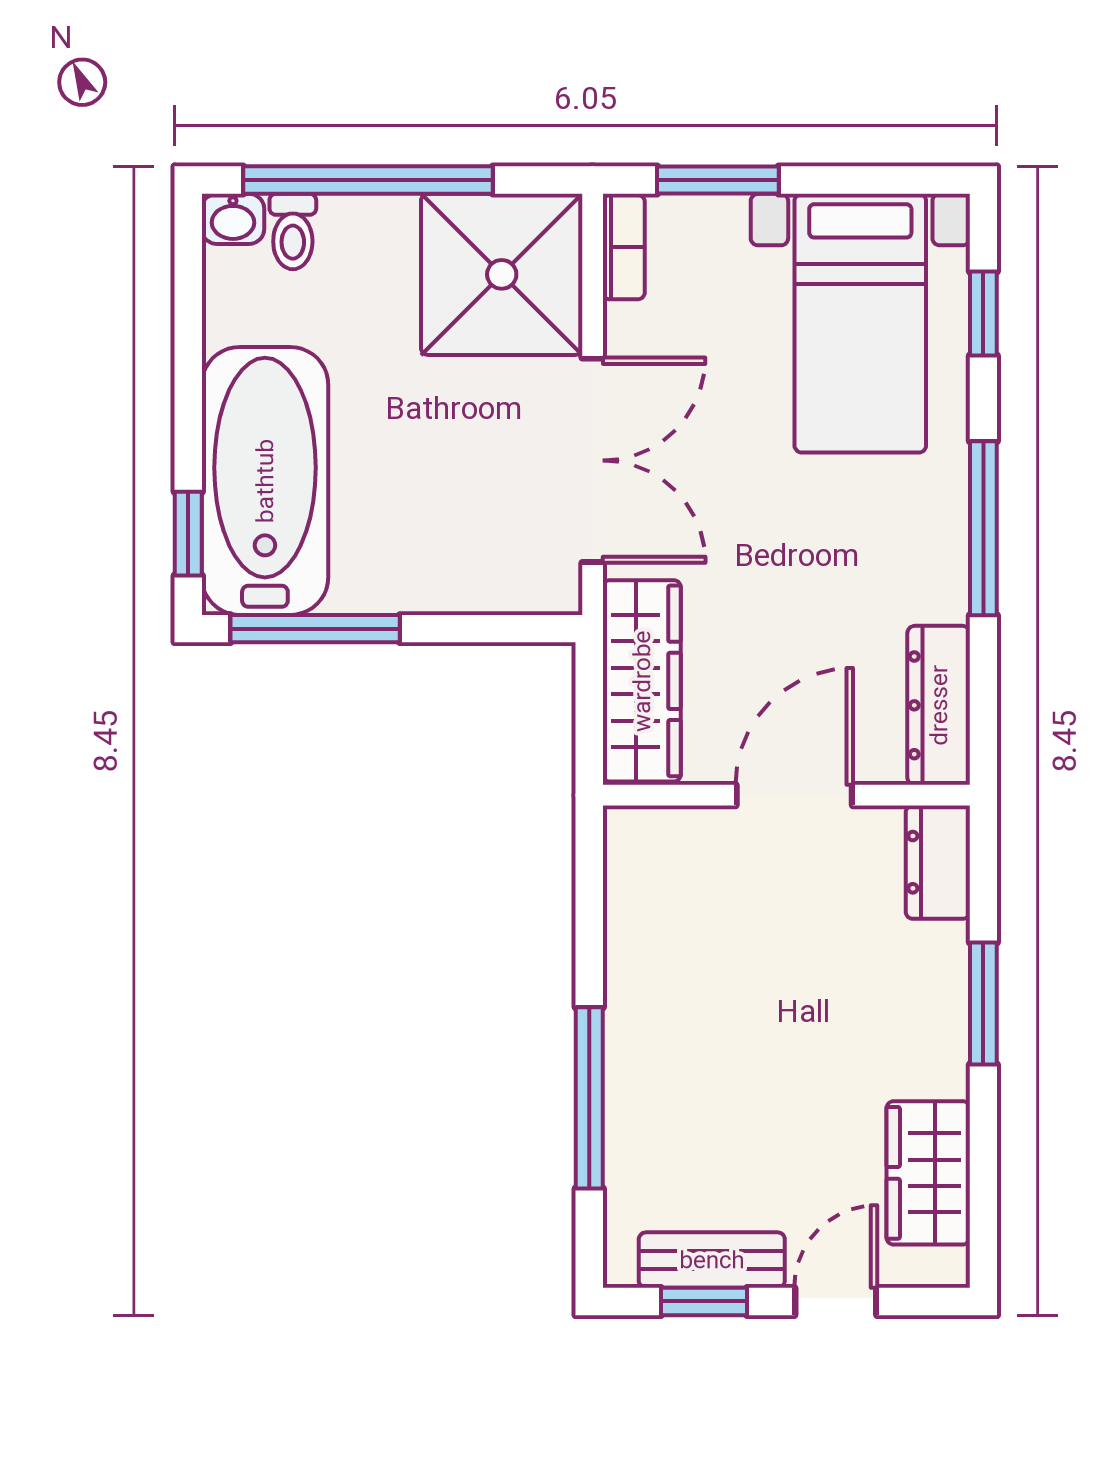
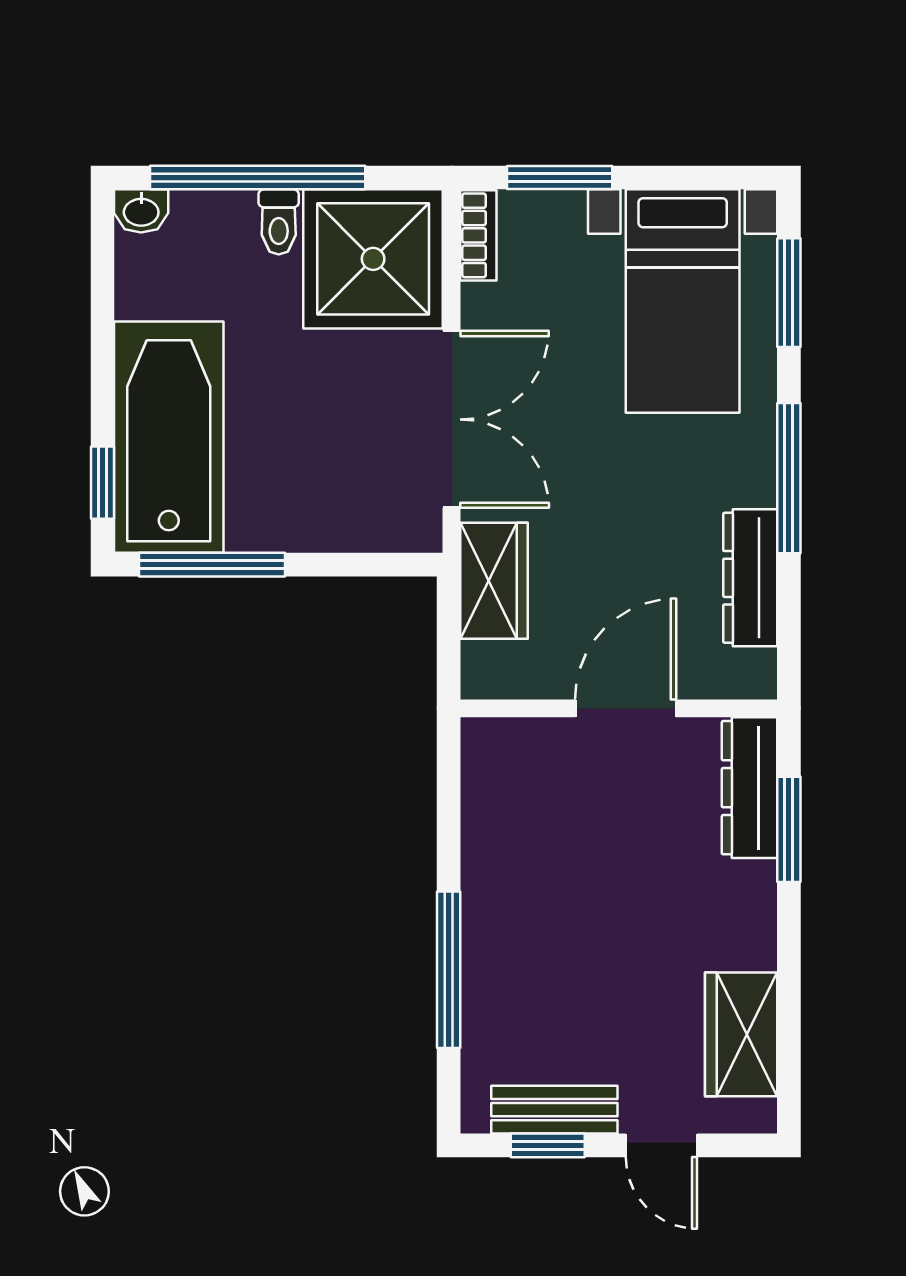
toilet: (293, 232) -> (279, 222), moved
window: (983, 313) -> (789, 293), width x1.50
wardrobe: (642, 681) -> (494, 581), width x0.67
dresser: (939, 705) -> (750, 578), moved
dresser: (938, 862) -> (750, 788), width x1.44
window: (983, 1004) -> (789, 829), moved
door: (836, 1301) -> (661, 1145), swing flipped

